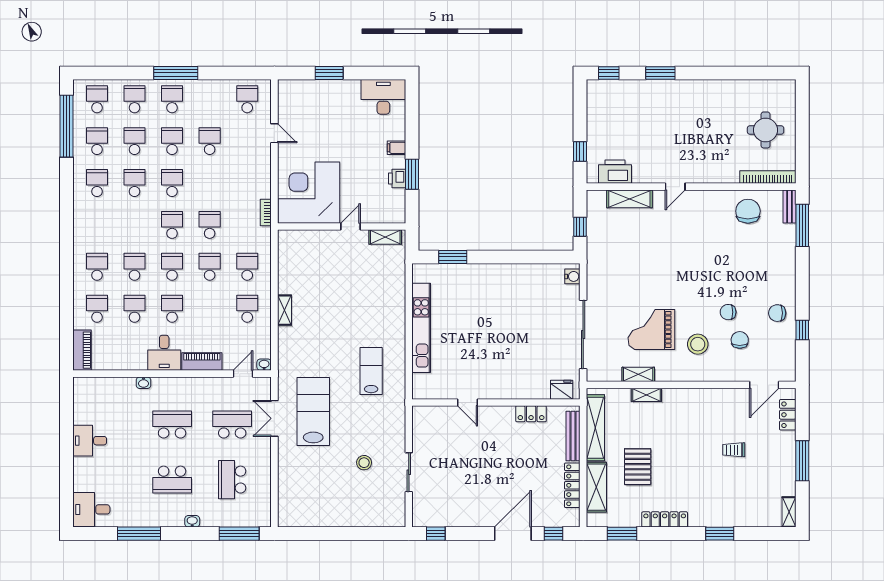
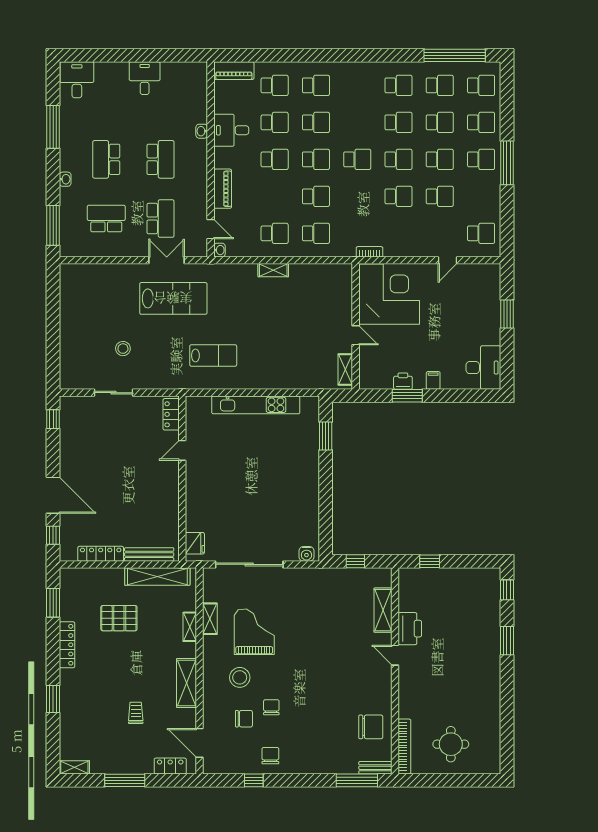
printer: (615, 172) -> (410, 629), moved
school desk: (210, 225) -> (399, 196), moved
desk: (164, 353) -> (231, 130), moved
locker: (531, 414) -> (171, 414), moved
shelving: (596, 487) -> (187, 683), moved, turned 90

